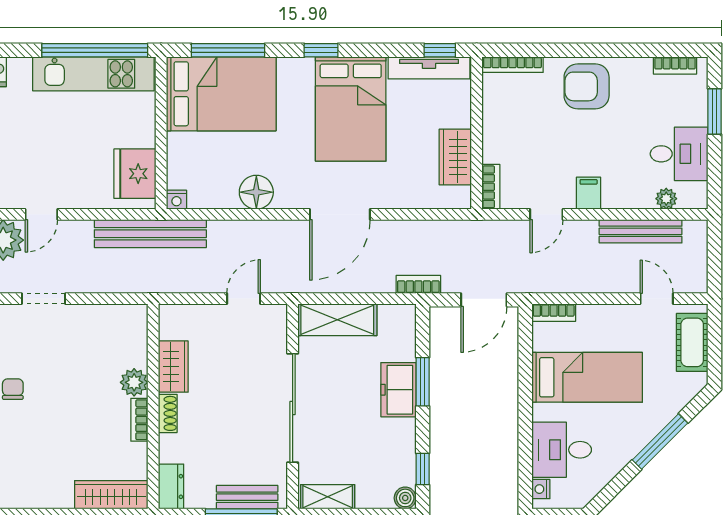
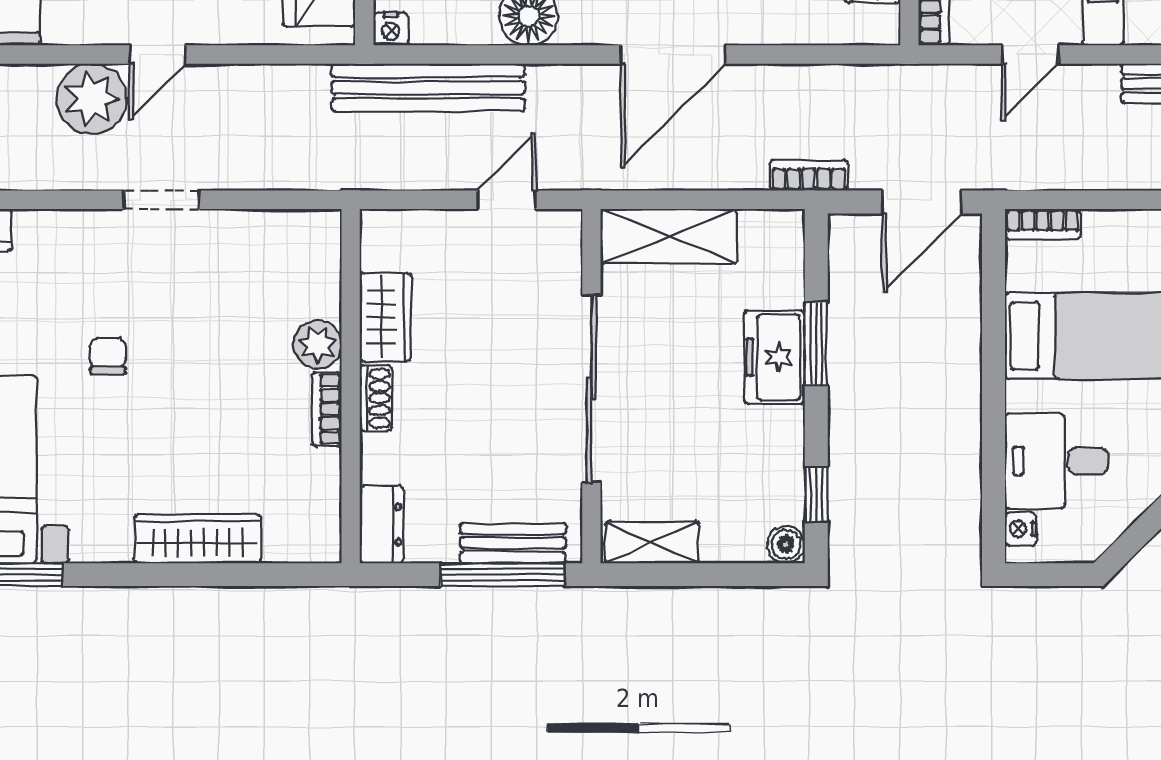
bench: (150, 234) -> (428, 88), moved
wardrobe: (111, 495) -> (198, 539), moved

